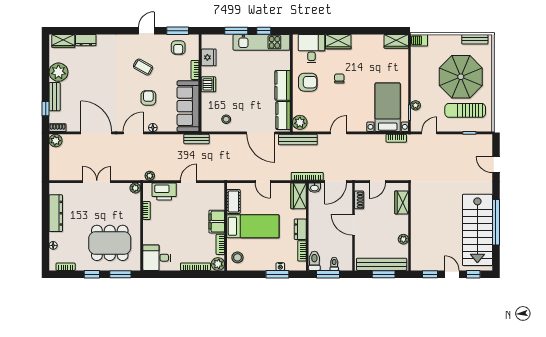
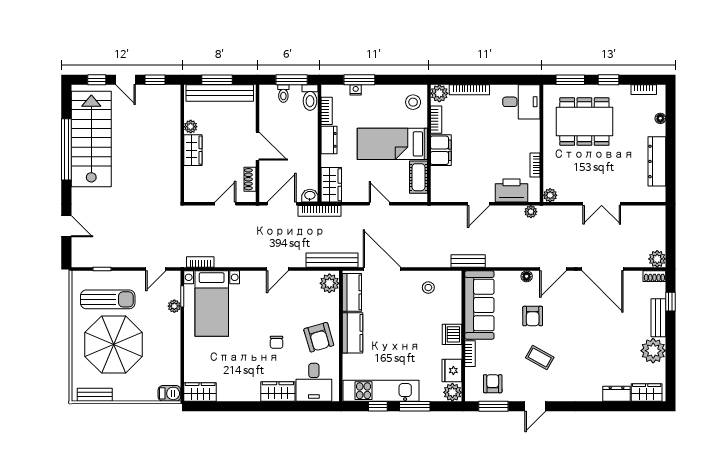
plant: (208, 41) -> (452, 392), added
armchair: (308, 82) -> (319, 337), turned -106
wardrobe: (402, 202) -> (193, 150), moved

